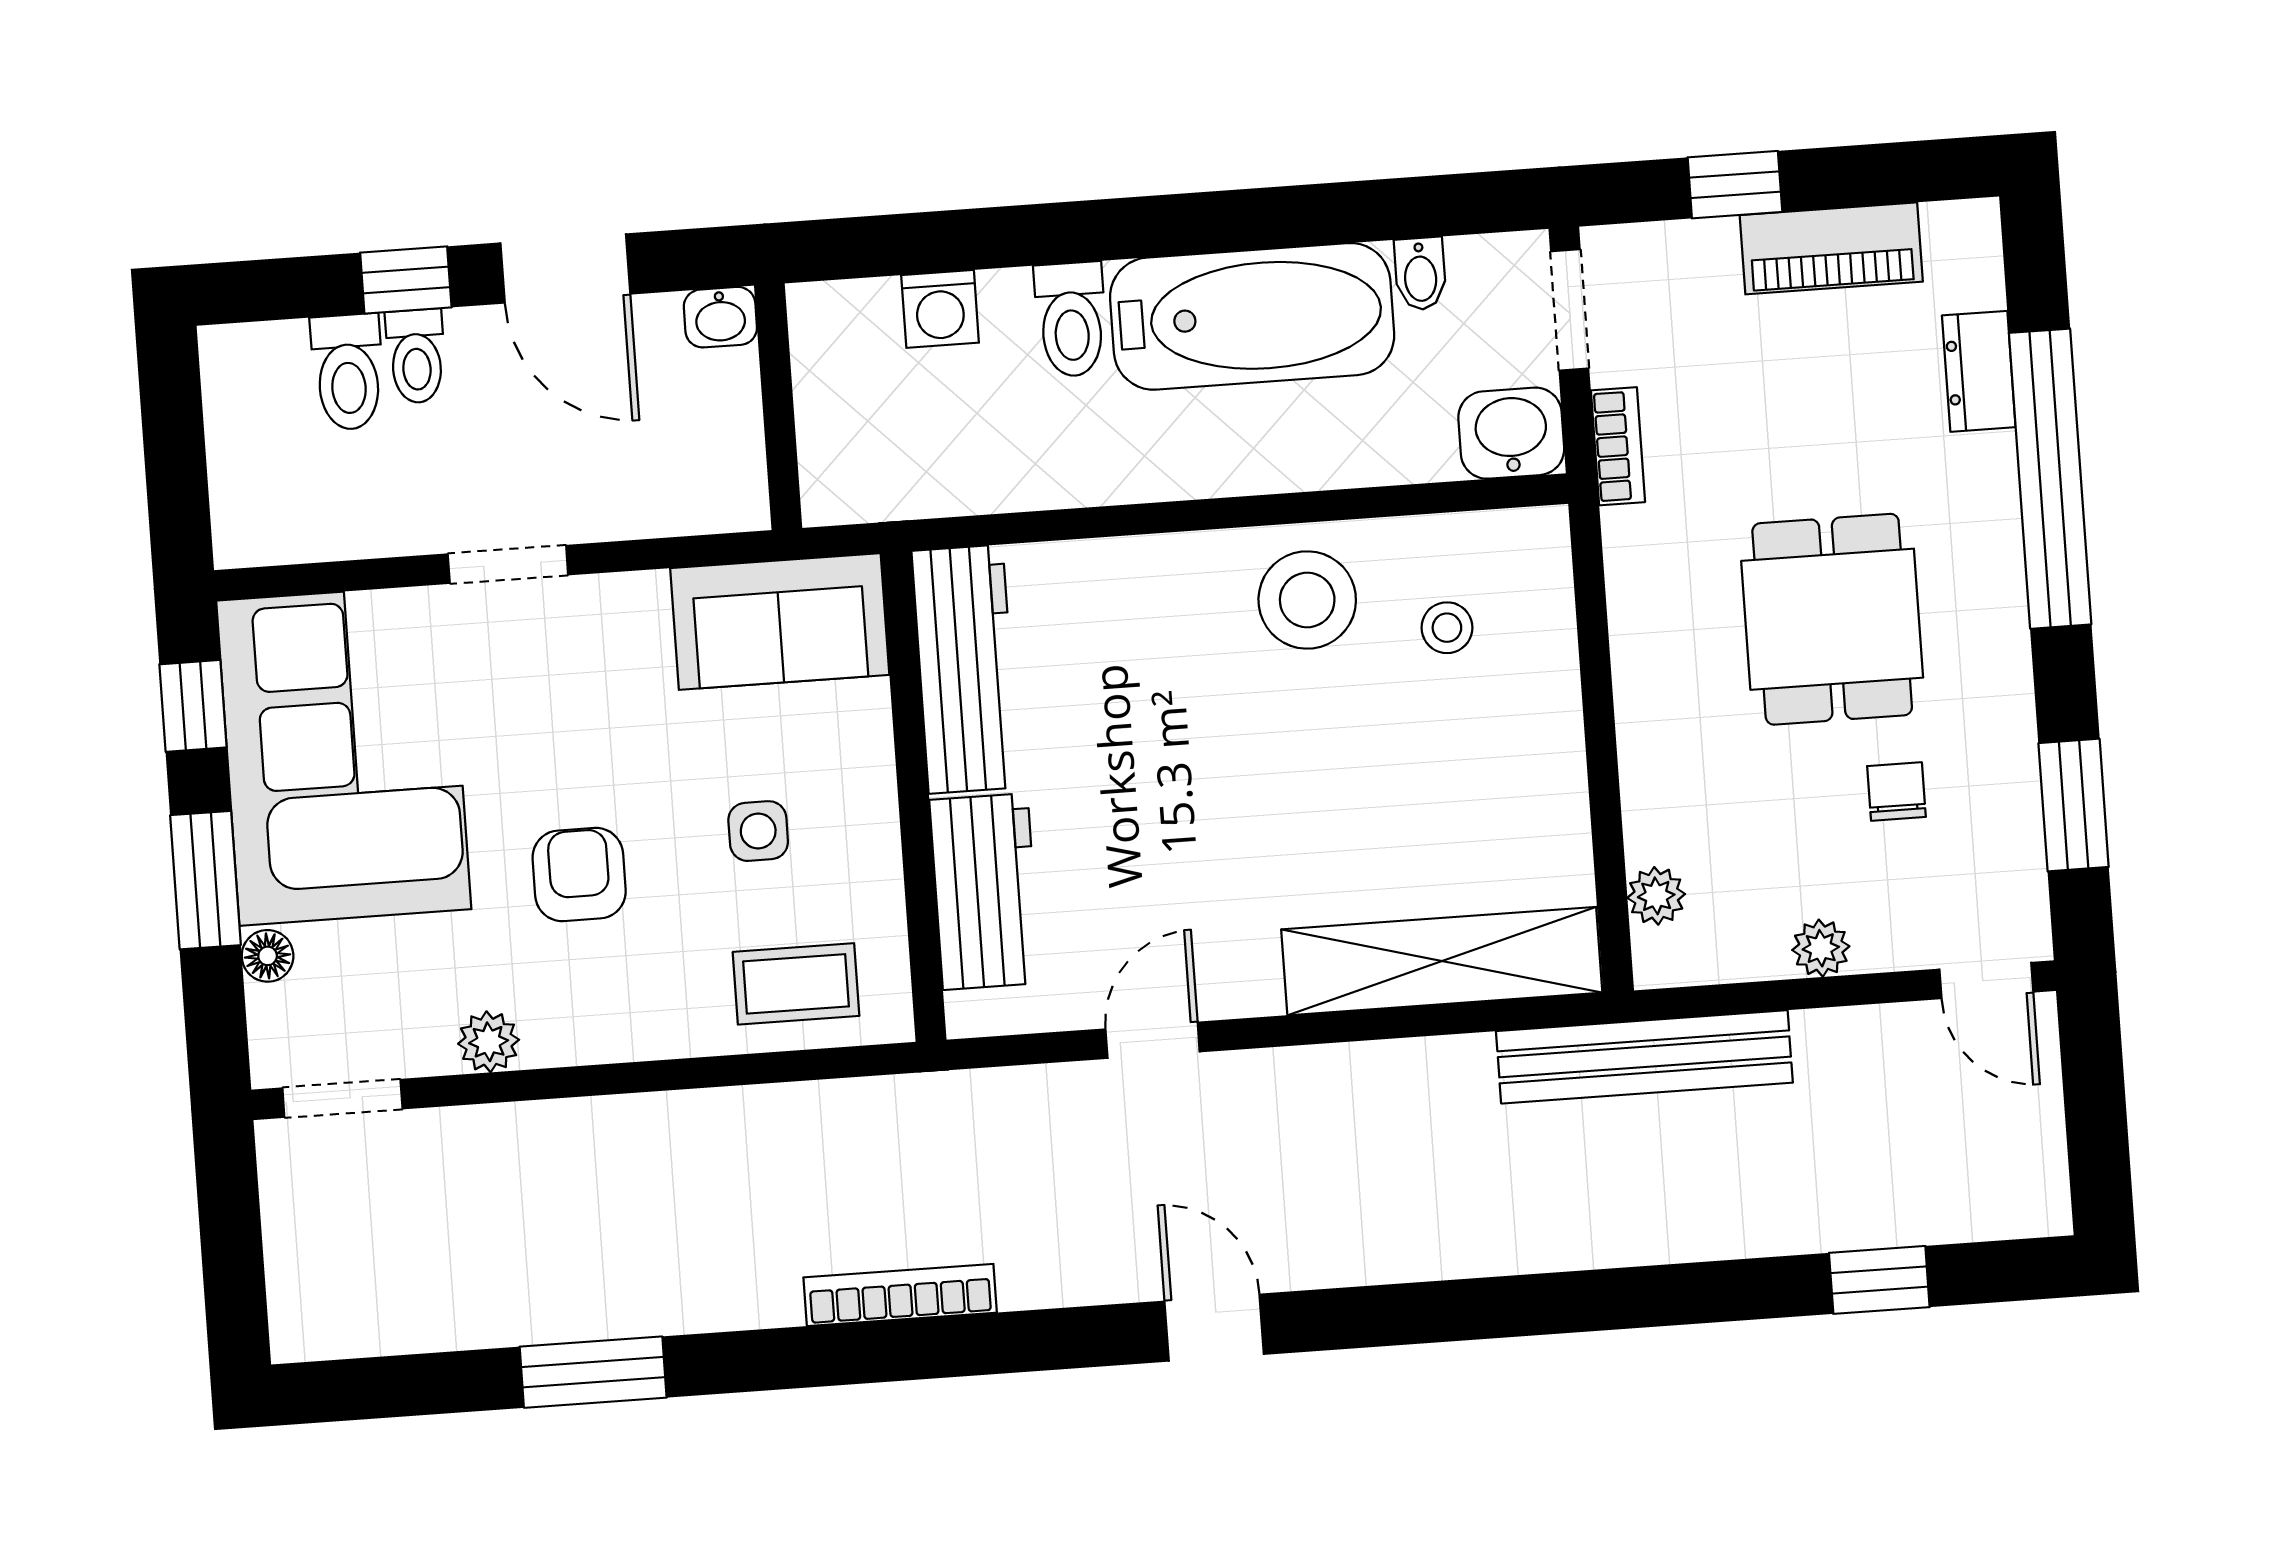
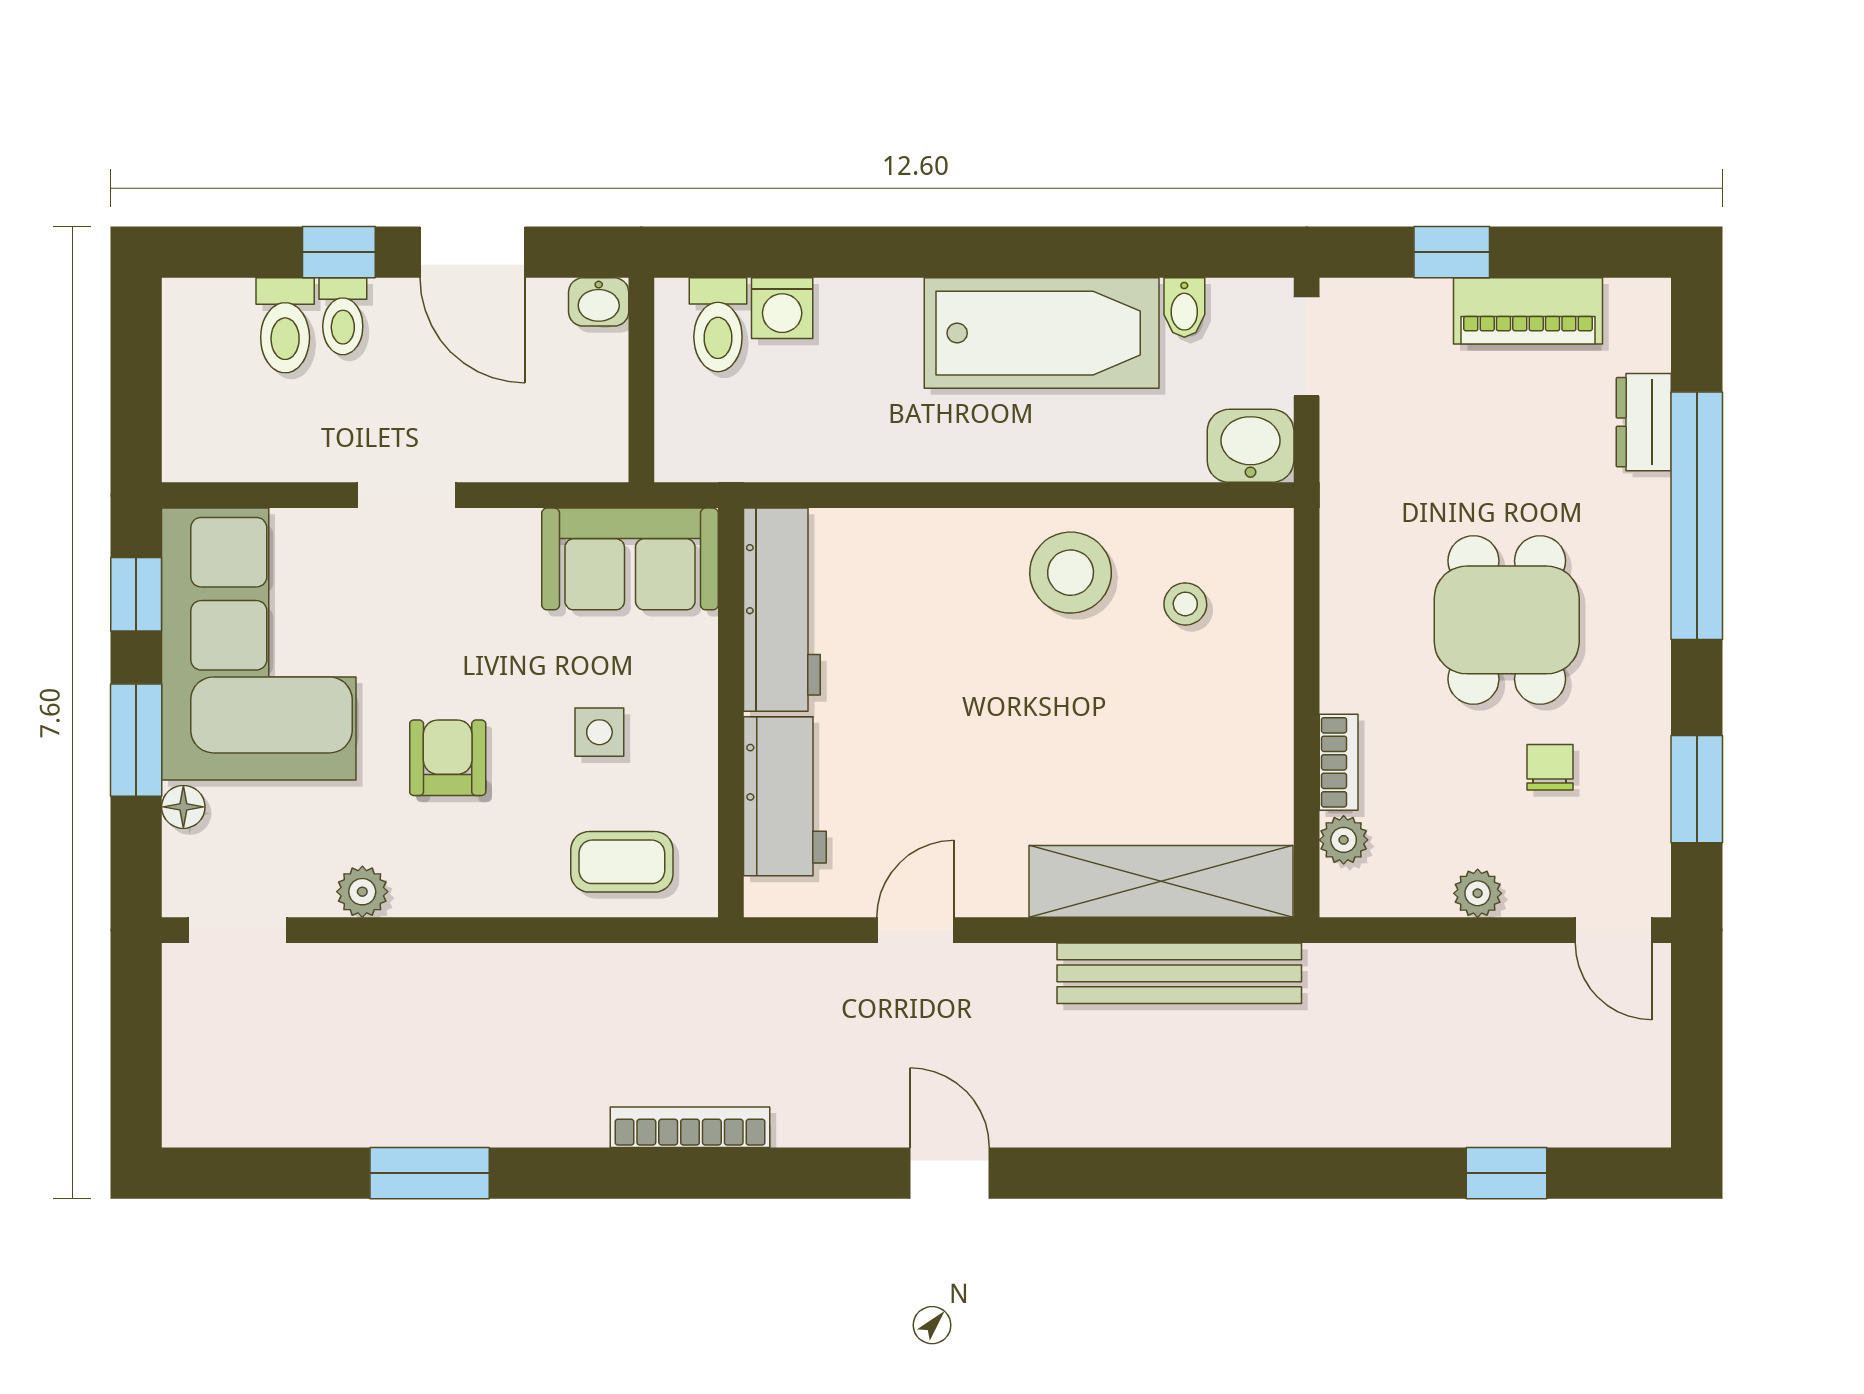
toilet: (1071, 319) -> (718, 325), moved
bookcase: (1618, 446) -> (1339, 762), moved
bench: (1644, 1057) -> (1179, 973), moved

